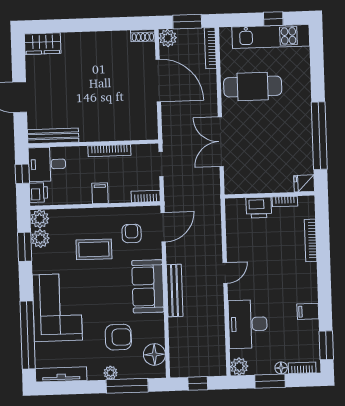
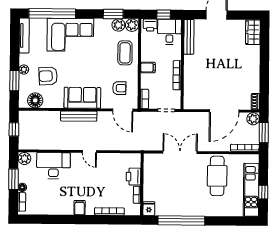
coffee table: (94, 249) -> (125, 53), moved
filing cabinet: (308, 311) -> (80, 208), moved
armchair: (118, 337) -> (48, 76), turned 87
window: (326, 345) -> (37, 219), removed
window: (127, 386) -> (14, 81), width x0.69

